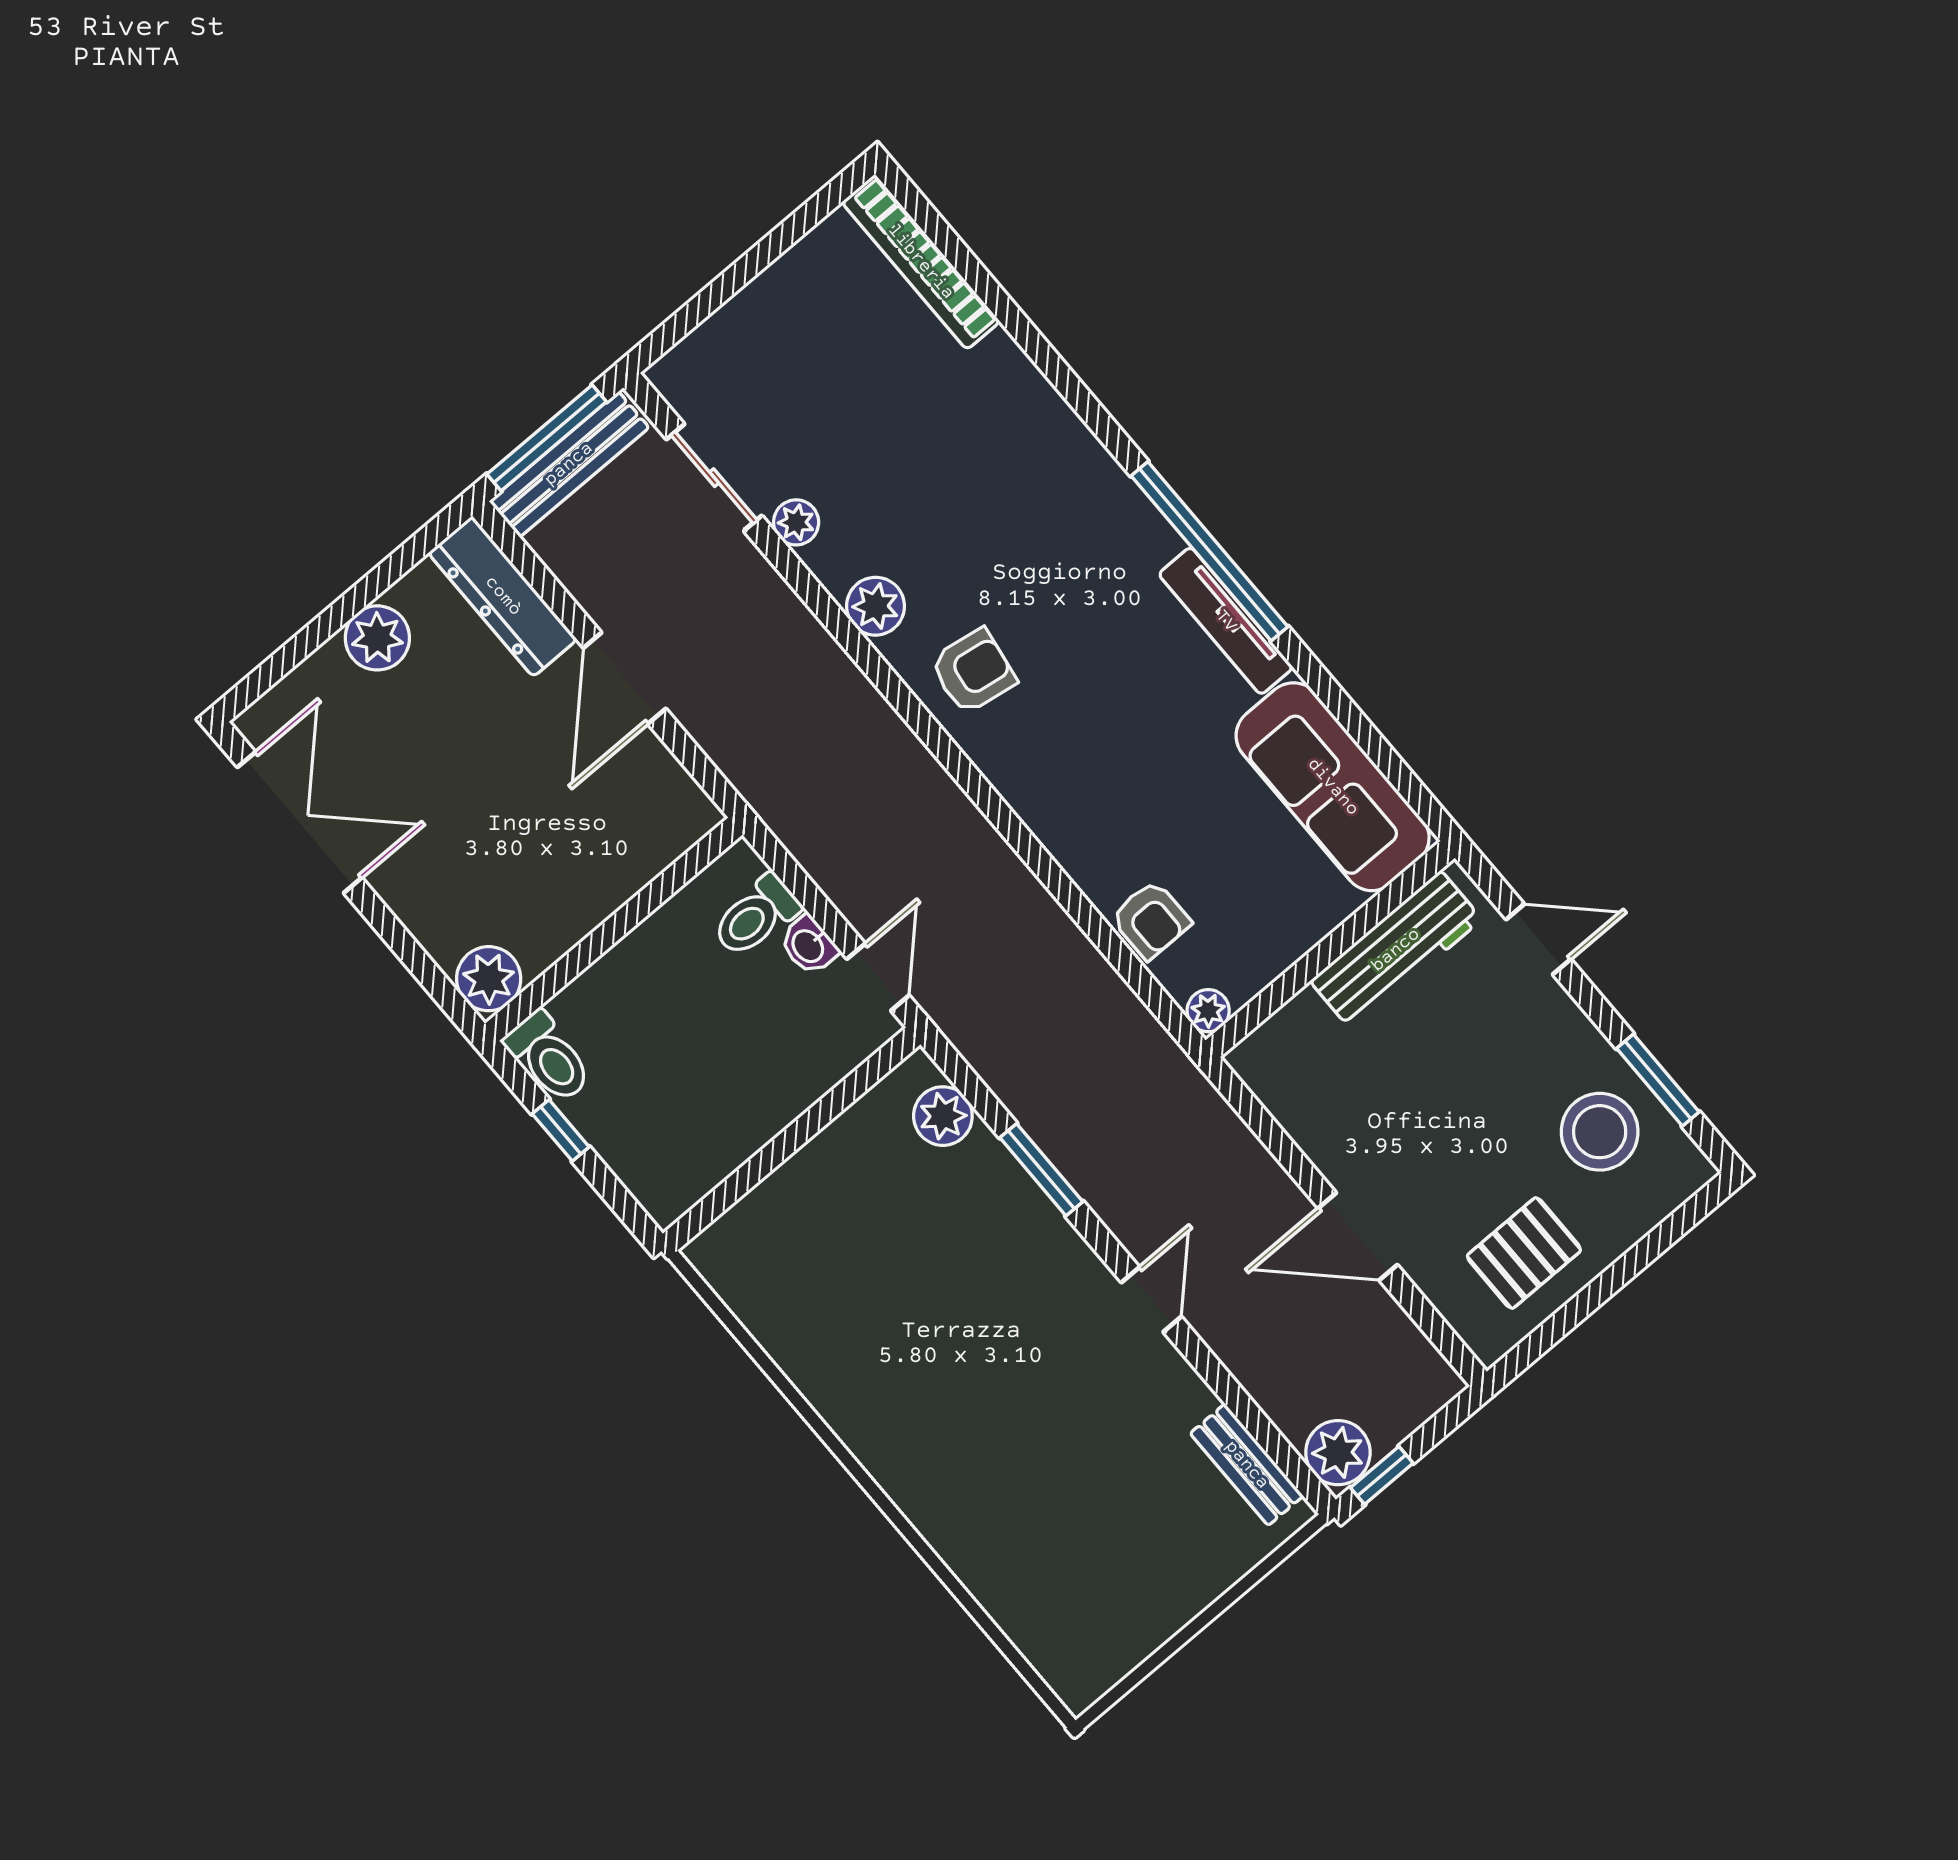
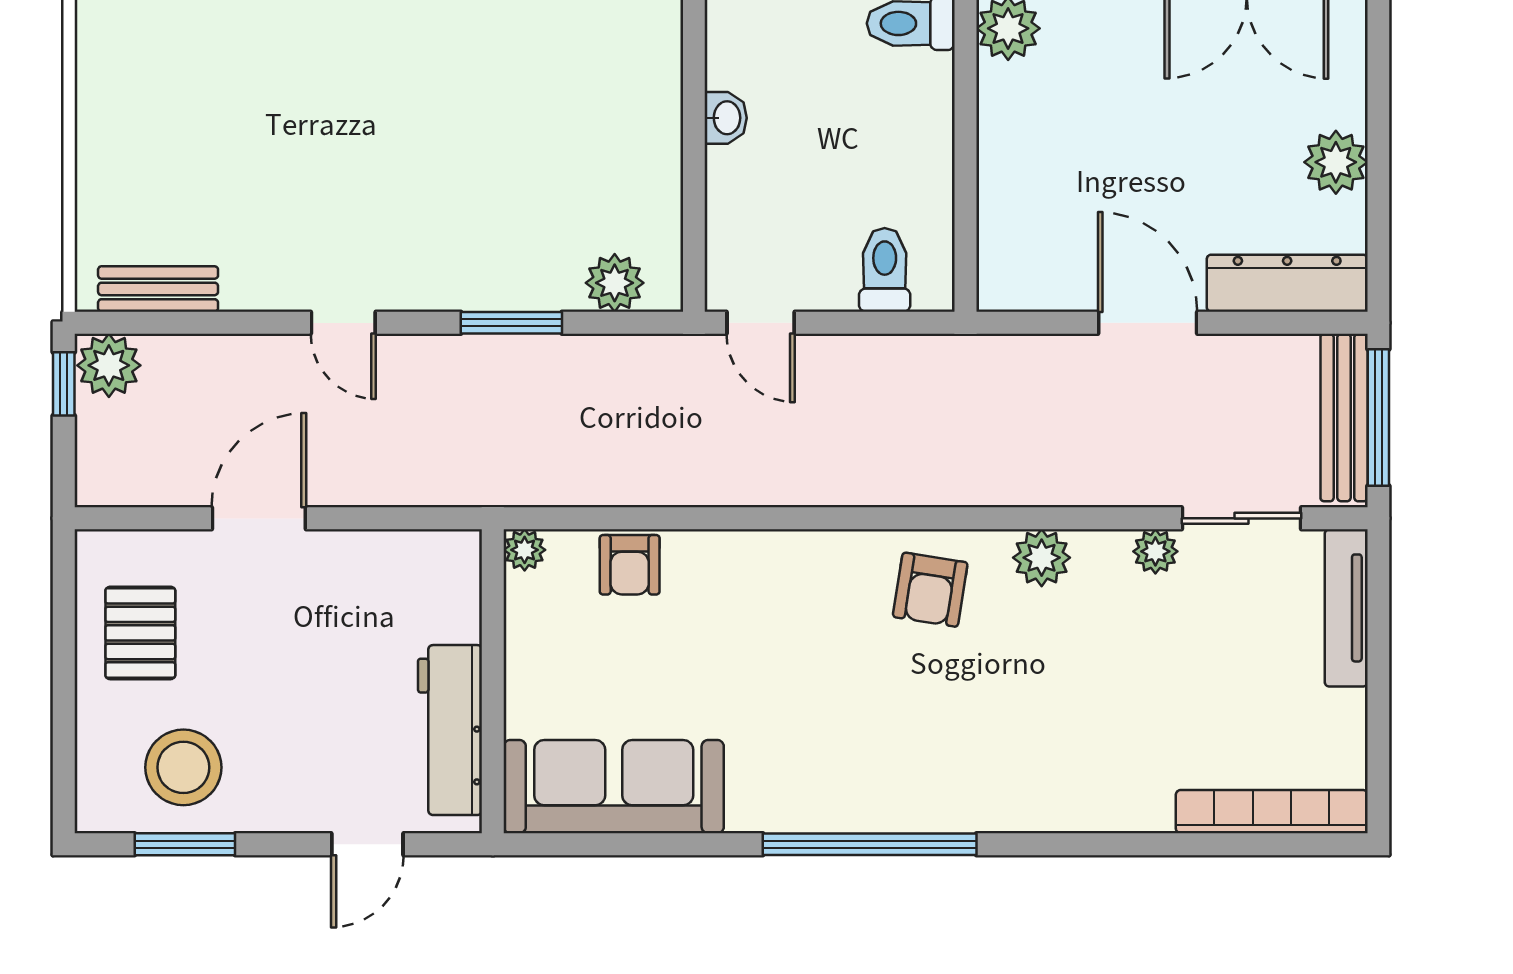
tv unit: (1226, 621) -> (1346, 608), moved, turned -90
armchair: (1151, 920) -> (630, 565), turned -90
washbasin: (809, 945) -> (726, 118), moved, turned 90

